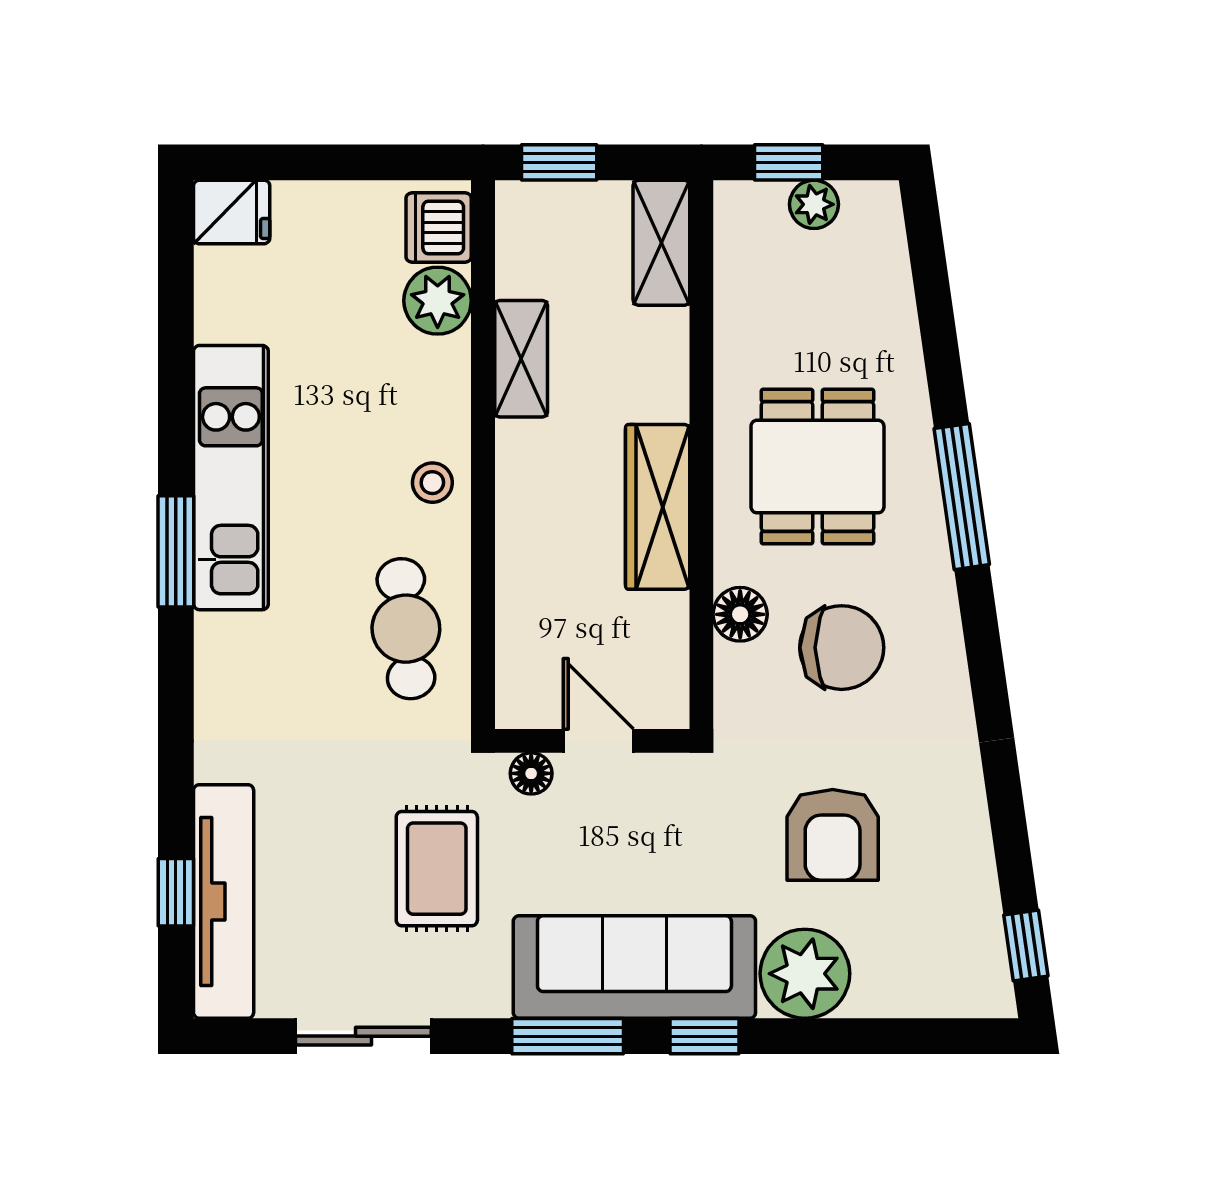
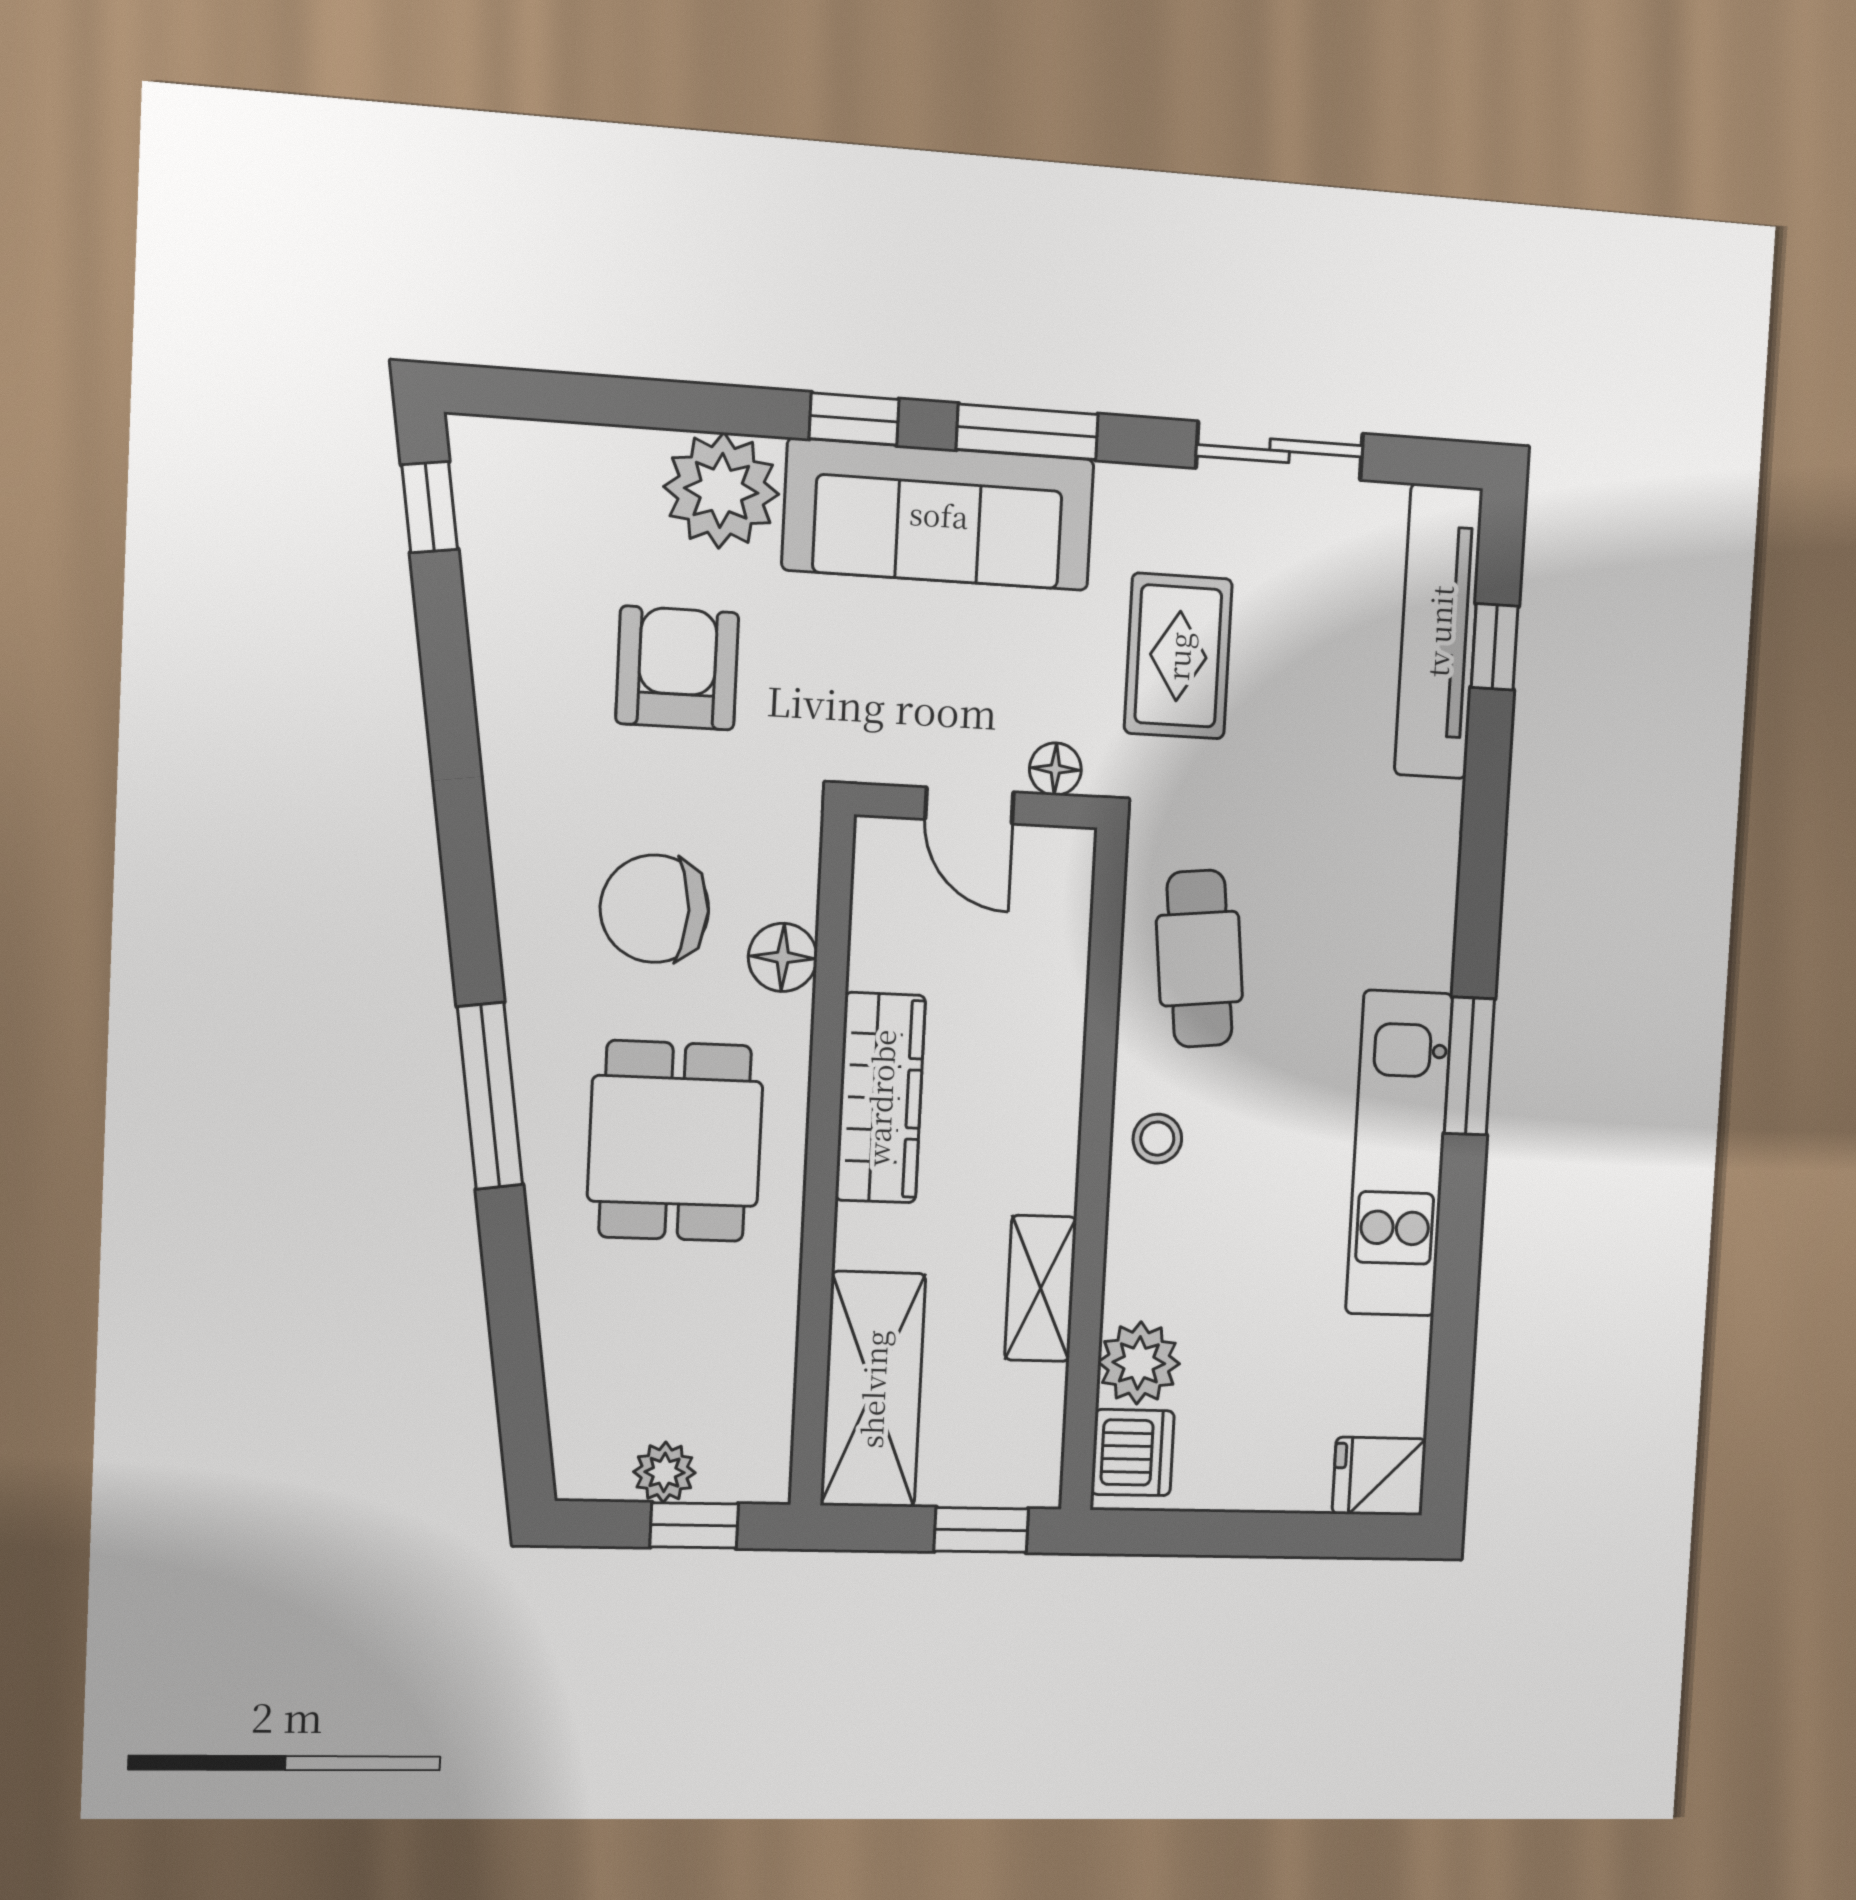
shelving: (661, 243) -> (873, 1389), width x1.50, depth x1.33

